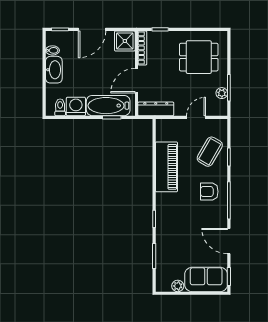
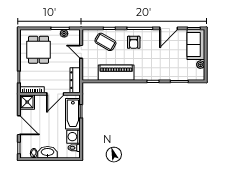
door: (136, 81) -> (55, 94), hinge flipped

